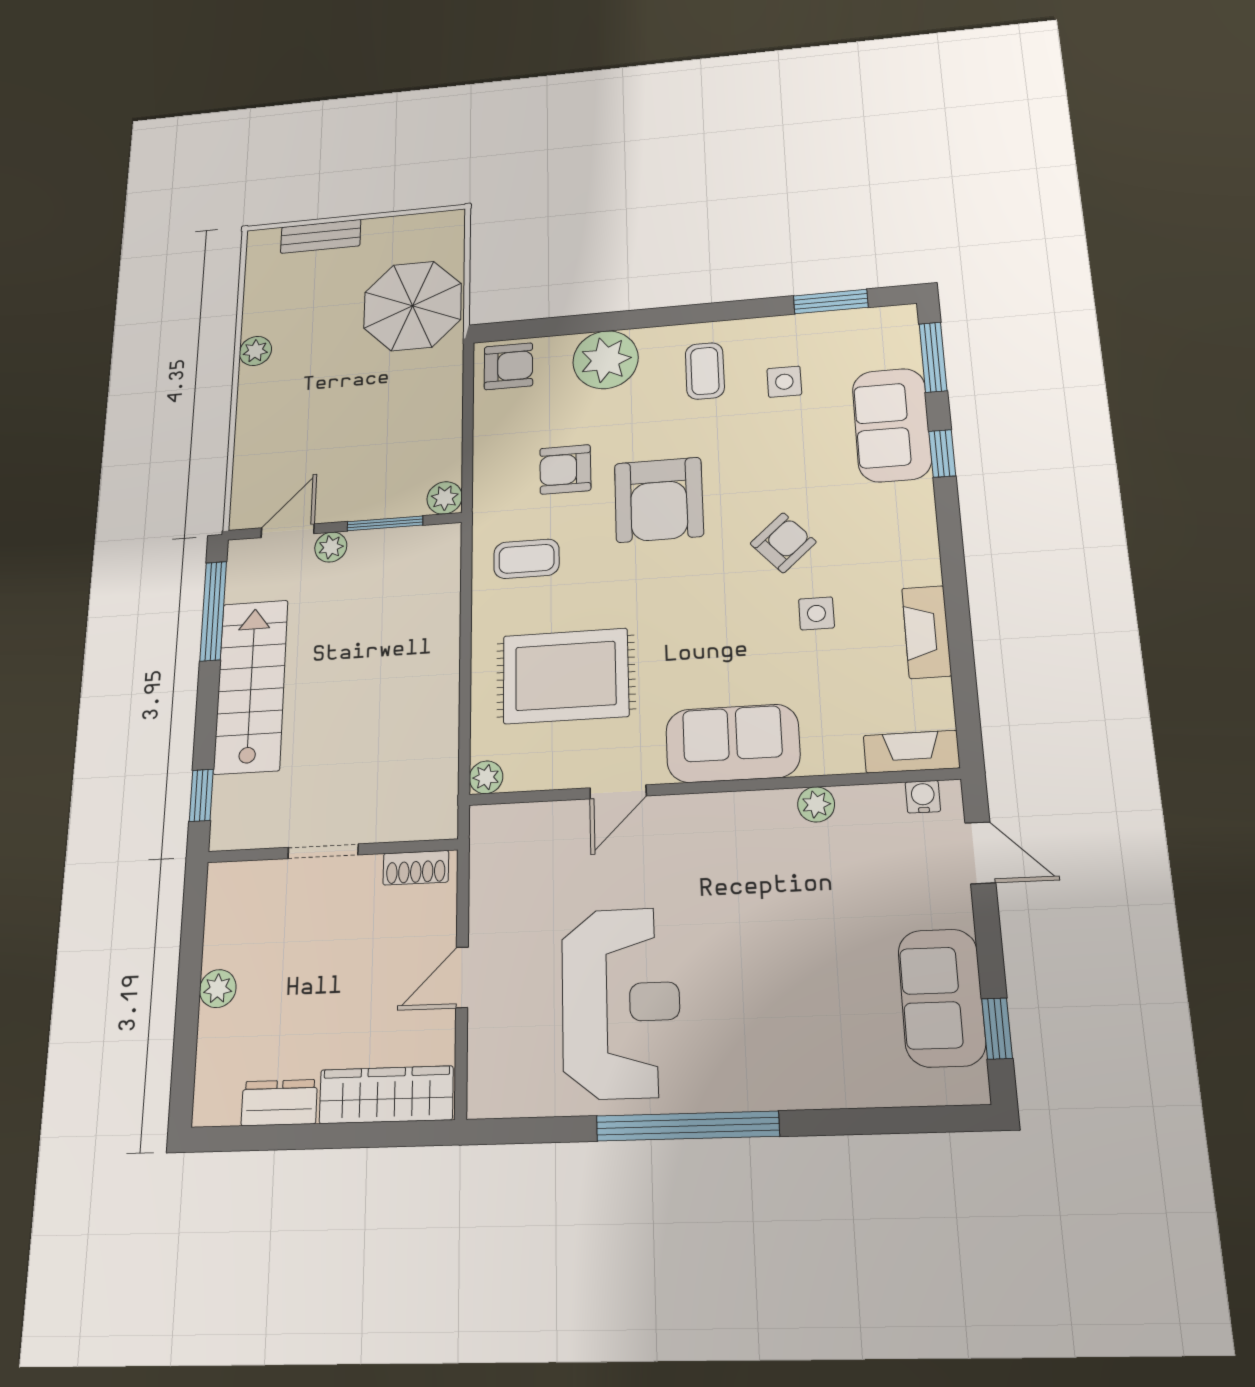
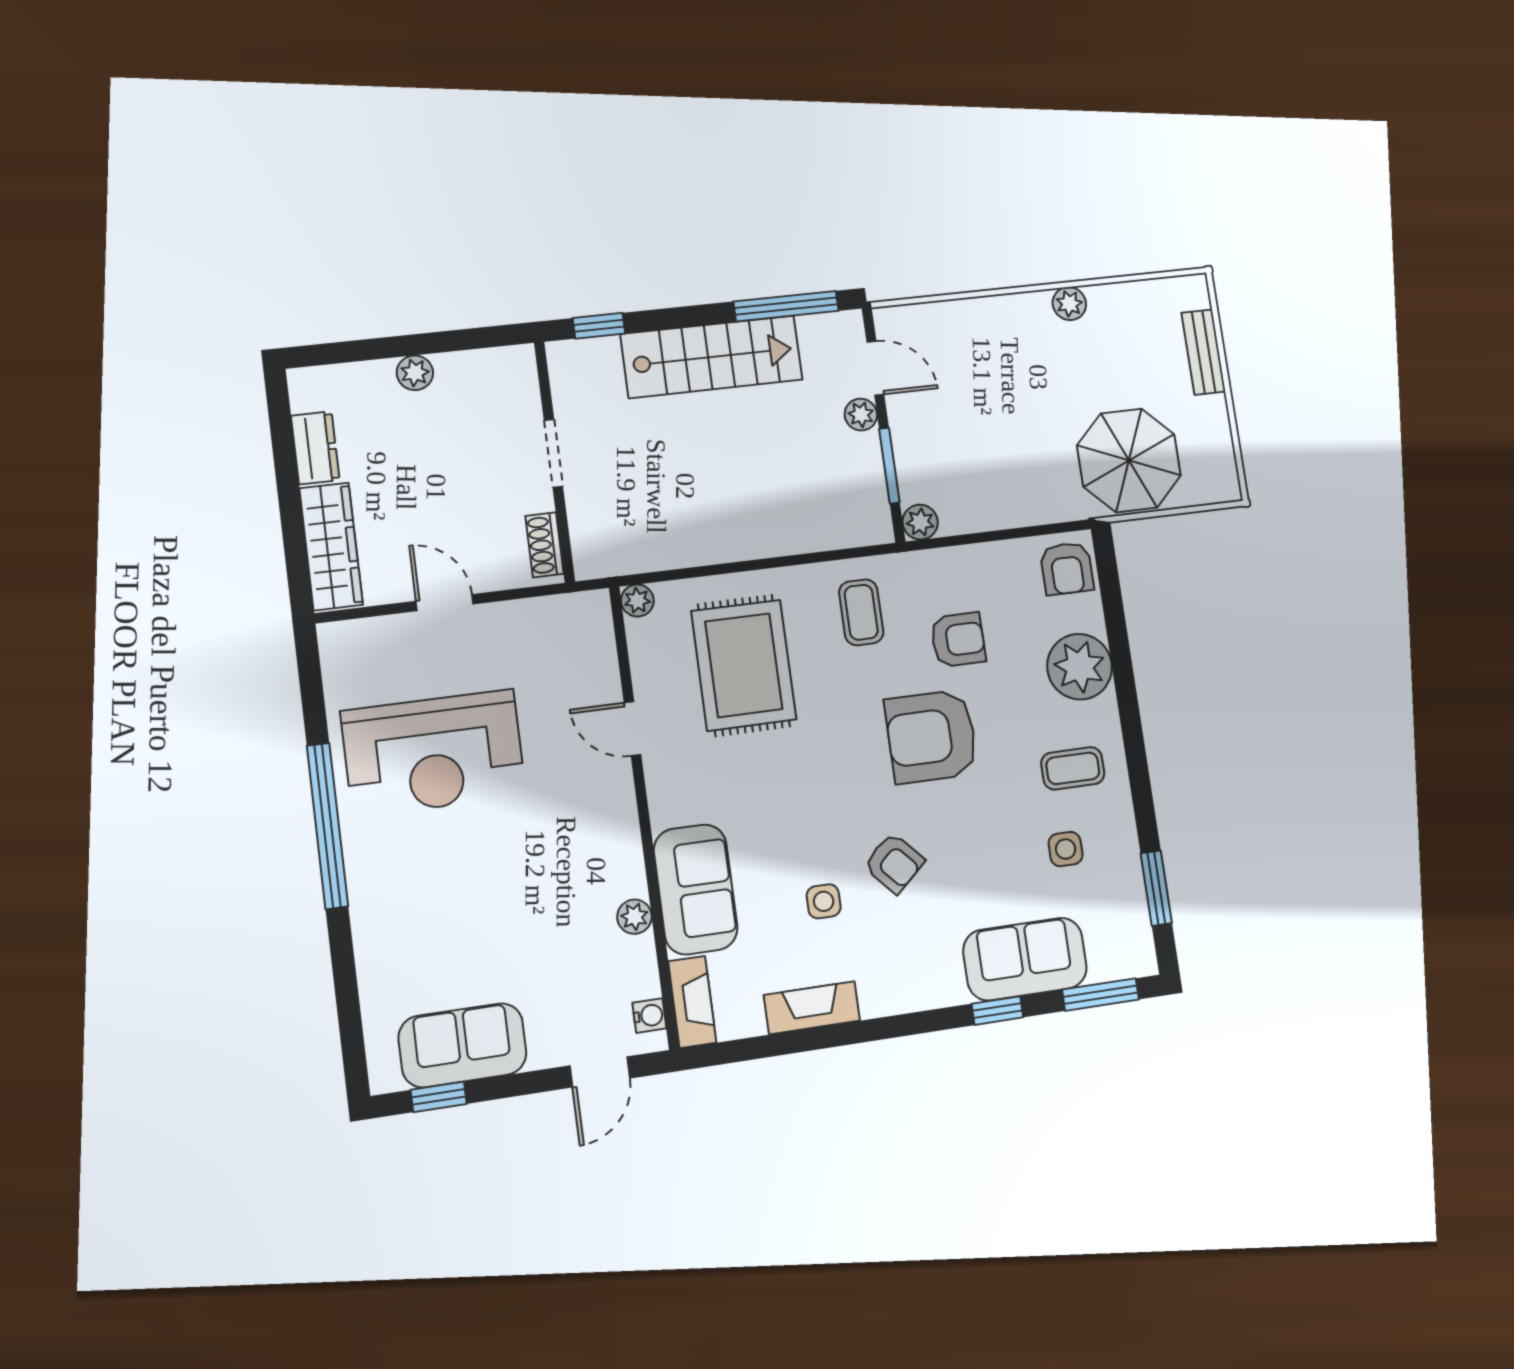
armchair: (565, 469) -> (958, 640), turned 90
sofa: (733, 743) -> (696, 889), moved

